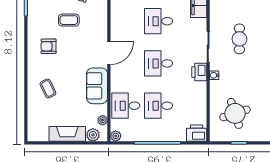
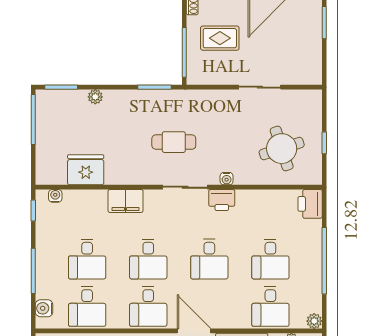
desk: (126, 21) -> (148, 306), added

